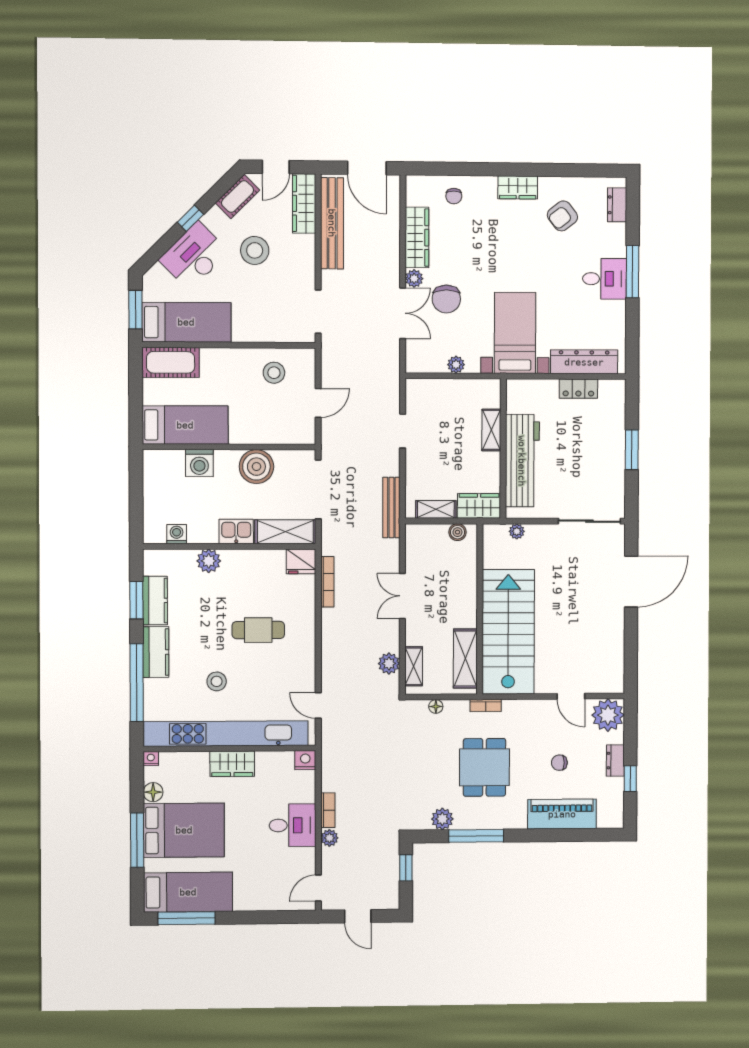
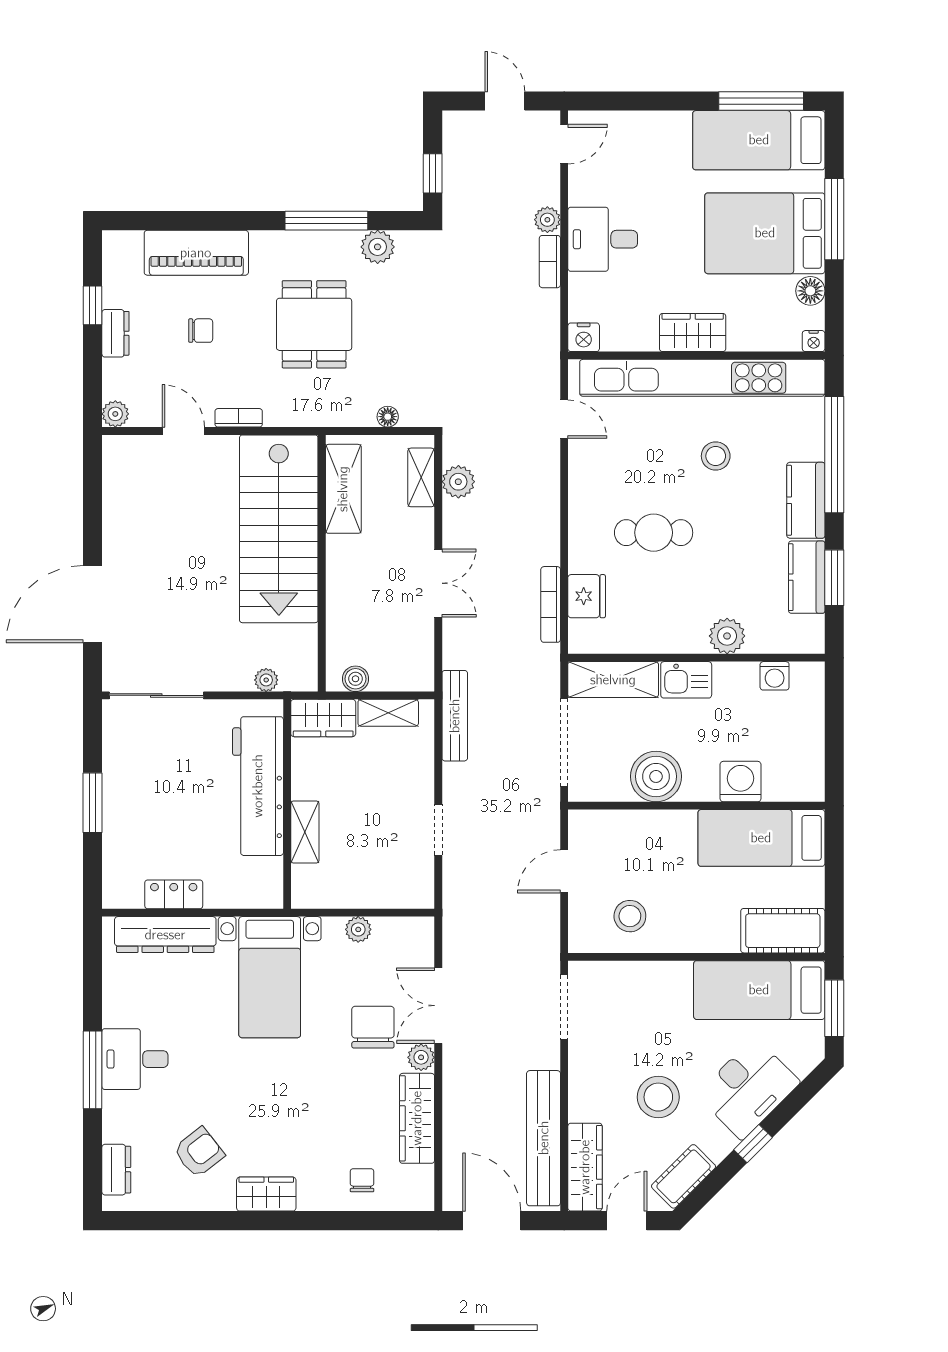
fridge: (301, 561) -> (587, 596), moved, turned 90
bookcase: (486, 705) -> (239, 418), moved
plant: (608, 715) -> (115, 414), width x0.53, depth x0.53

